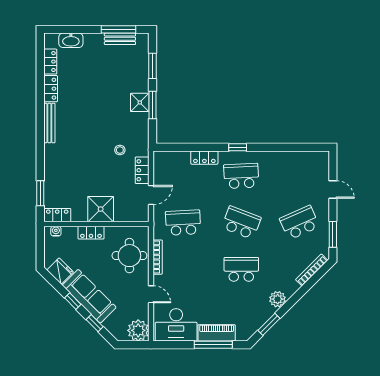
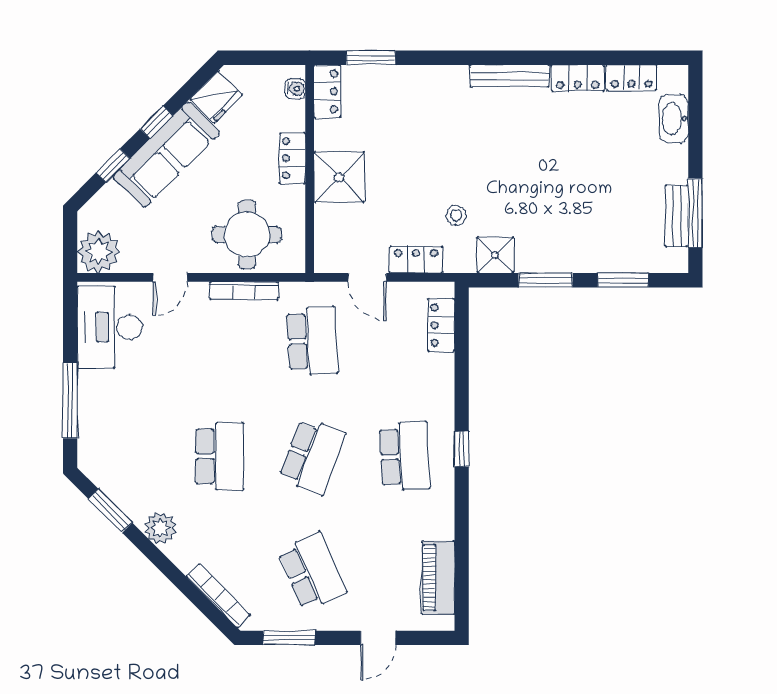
shower: (140, 102) -> (495, 255), moved
locker: (204, 158) -> (441, 325), moved
piano: (217, 333) -> (438, 578), moved, turned 180

